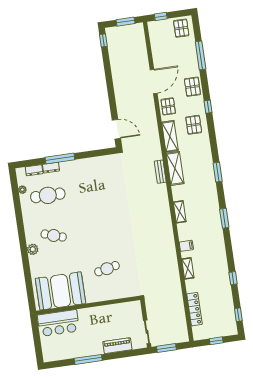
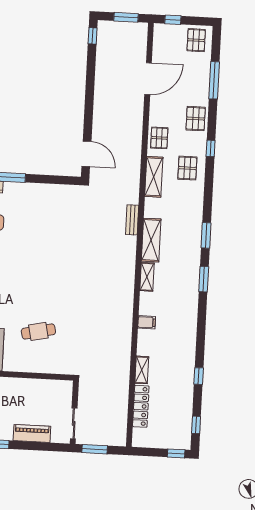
door: (154, 81) -> (148, 79), moved
shelving: (175, 168) -> (151, 240), moved
window: (224, 218) -> (204, 279), moved
shelving: (188, 268) -> (142, 370), moved
window: (216, 341) -> (176, 453), moved

